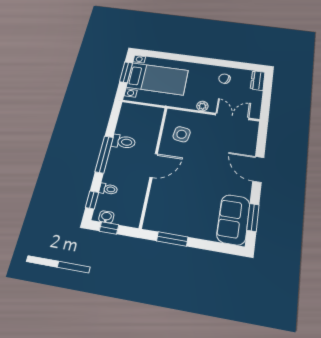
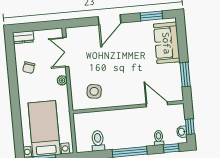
toilet: (123, 142) -> (98, 141), moved
door: (154, 166) -> (157, 104), moved
sofa: (233, 220) -> (167, 43), moved, turned 90

